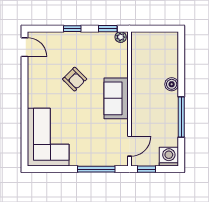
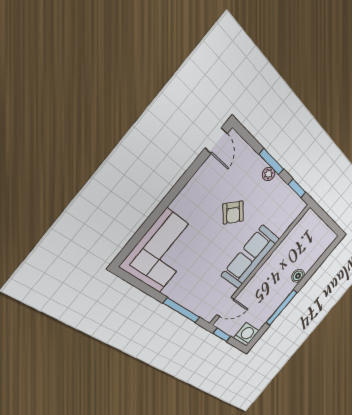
window: (72, 29) -> (271, 162), width x1.50
plant: (121, 37) -> (269, 174), moved
sofa: (116, 98) -> (250, 257), width x1.36

